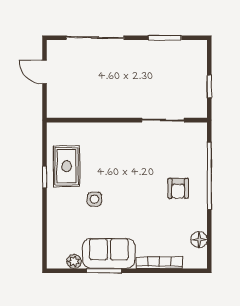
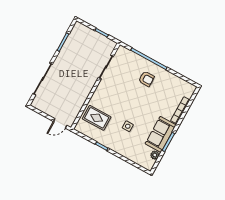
door: (44, 72) -> (60, 123), moved
rug: (67, 166) -> (97, 118), moved
floor lamp: (199, 240) -> (180, 83), removed

